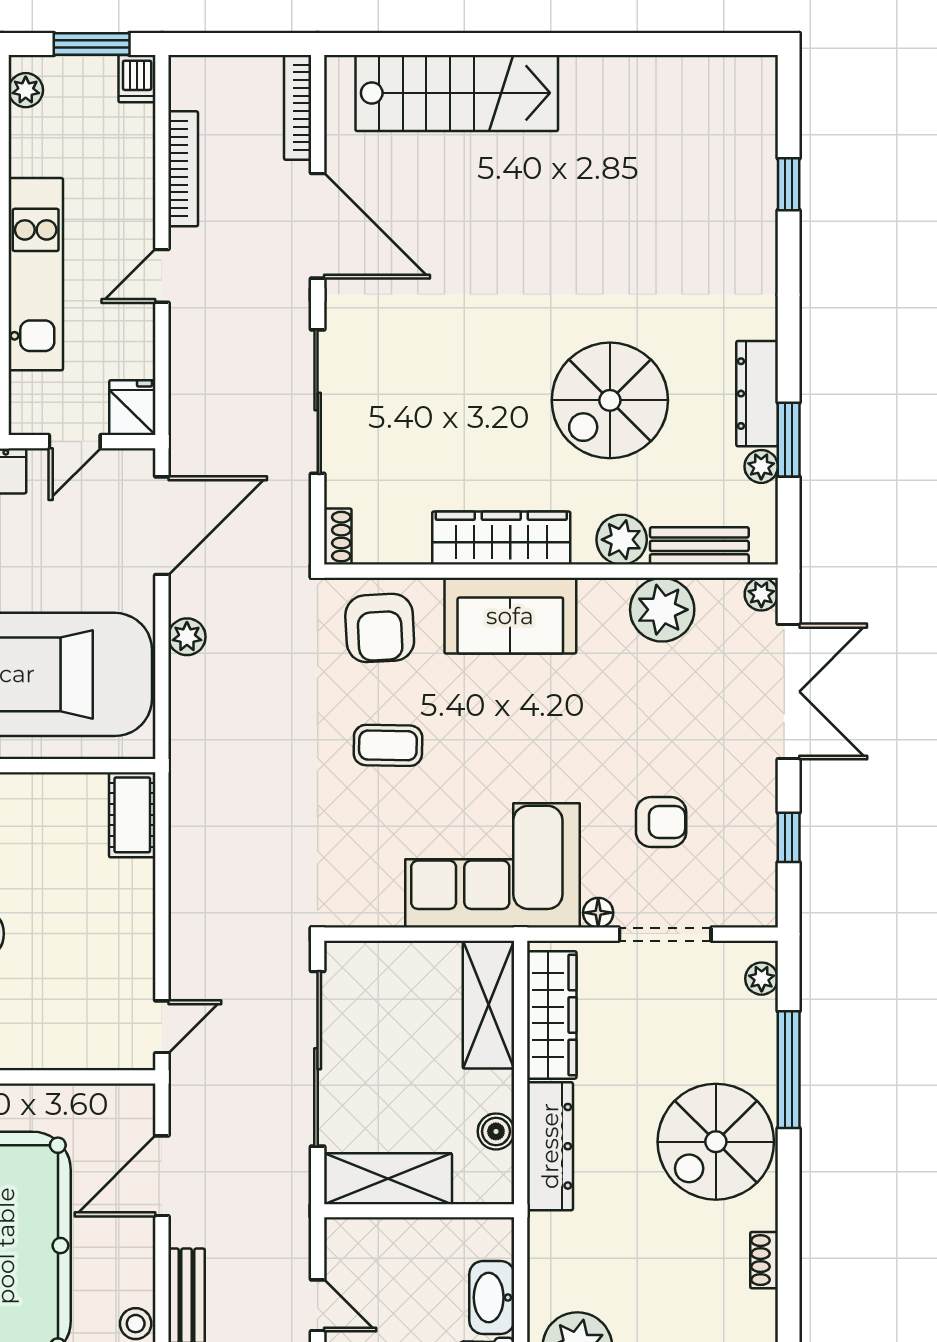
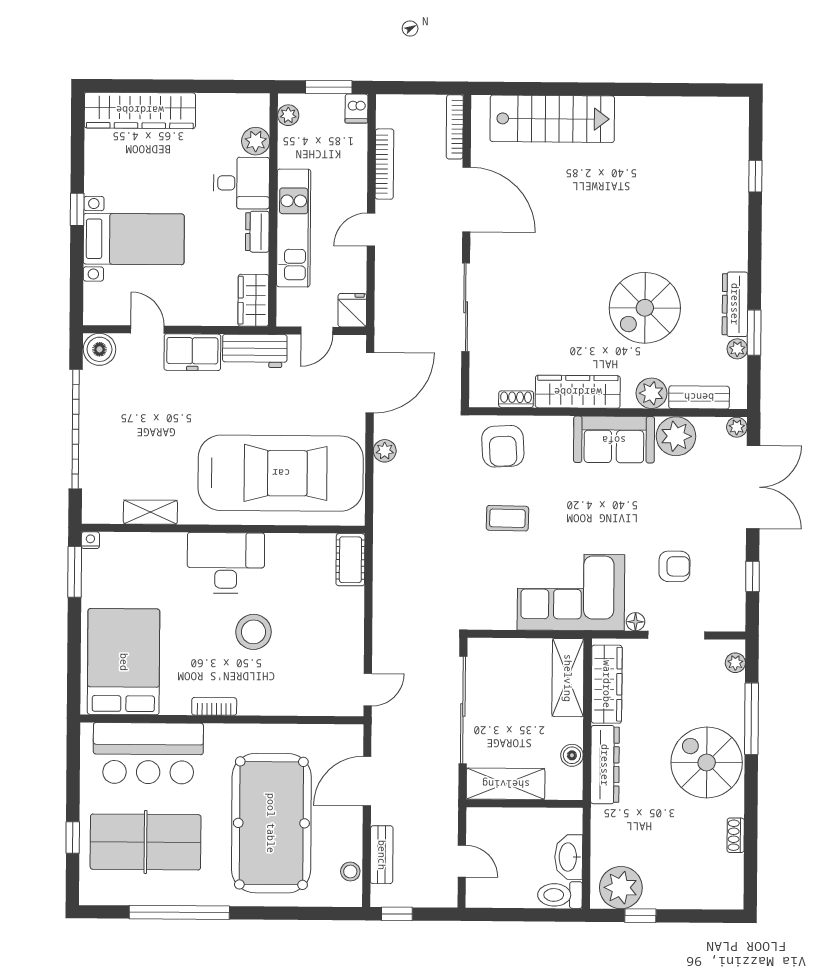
shoe rack: (338, 537) -> (516, 399), moved, turned -90
sofa: (510, 616) -> (614, 440), moved
spiral stairs: (716, 1142) -> (707, 763), turned 90

